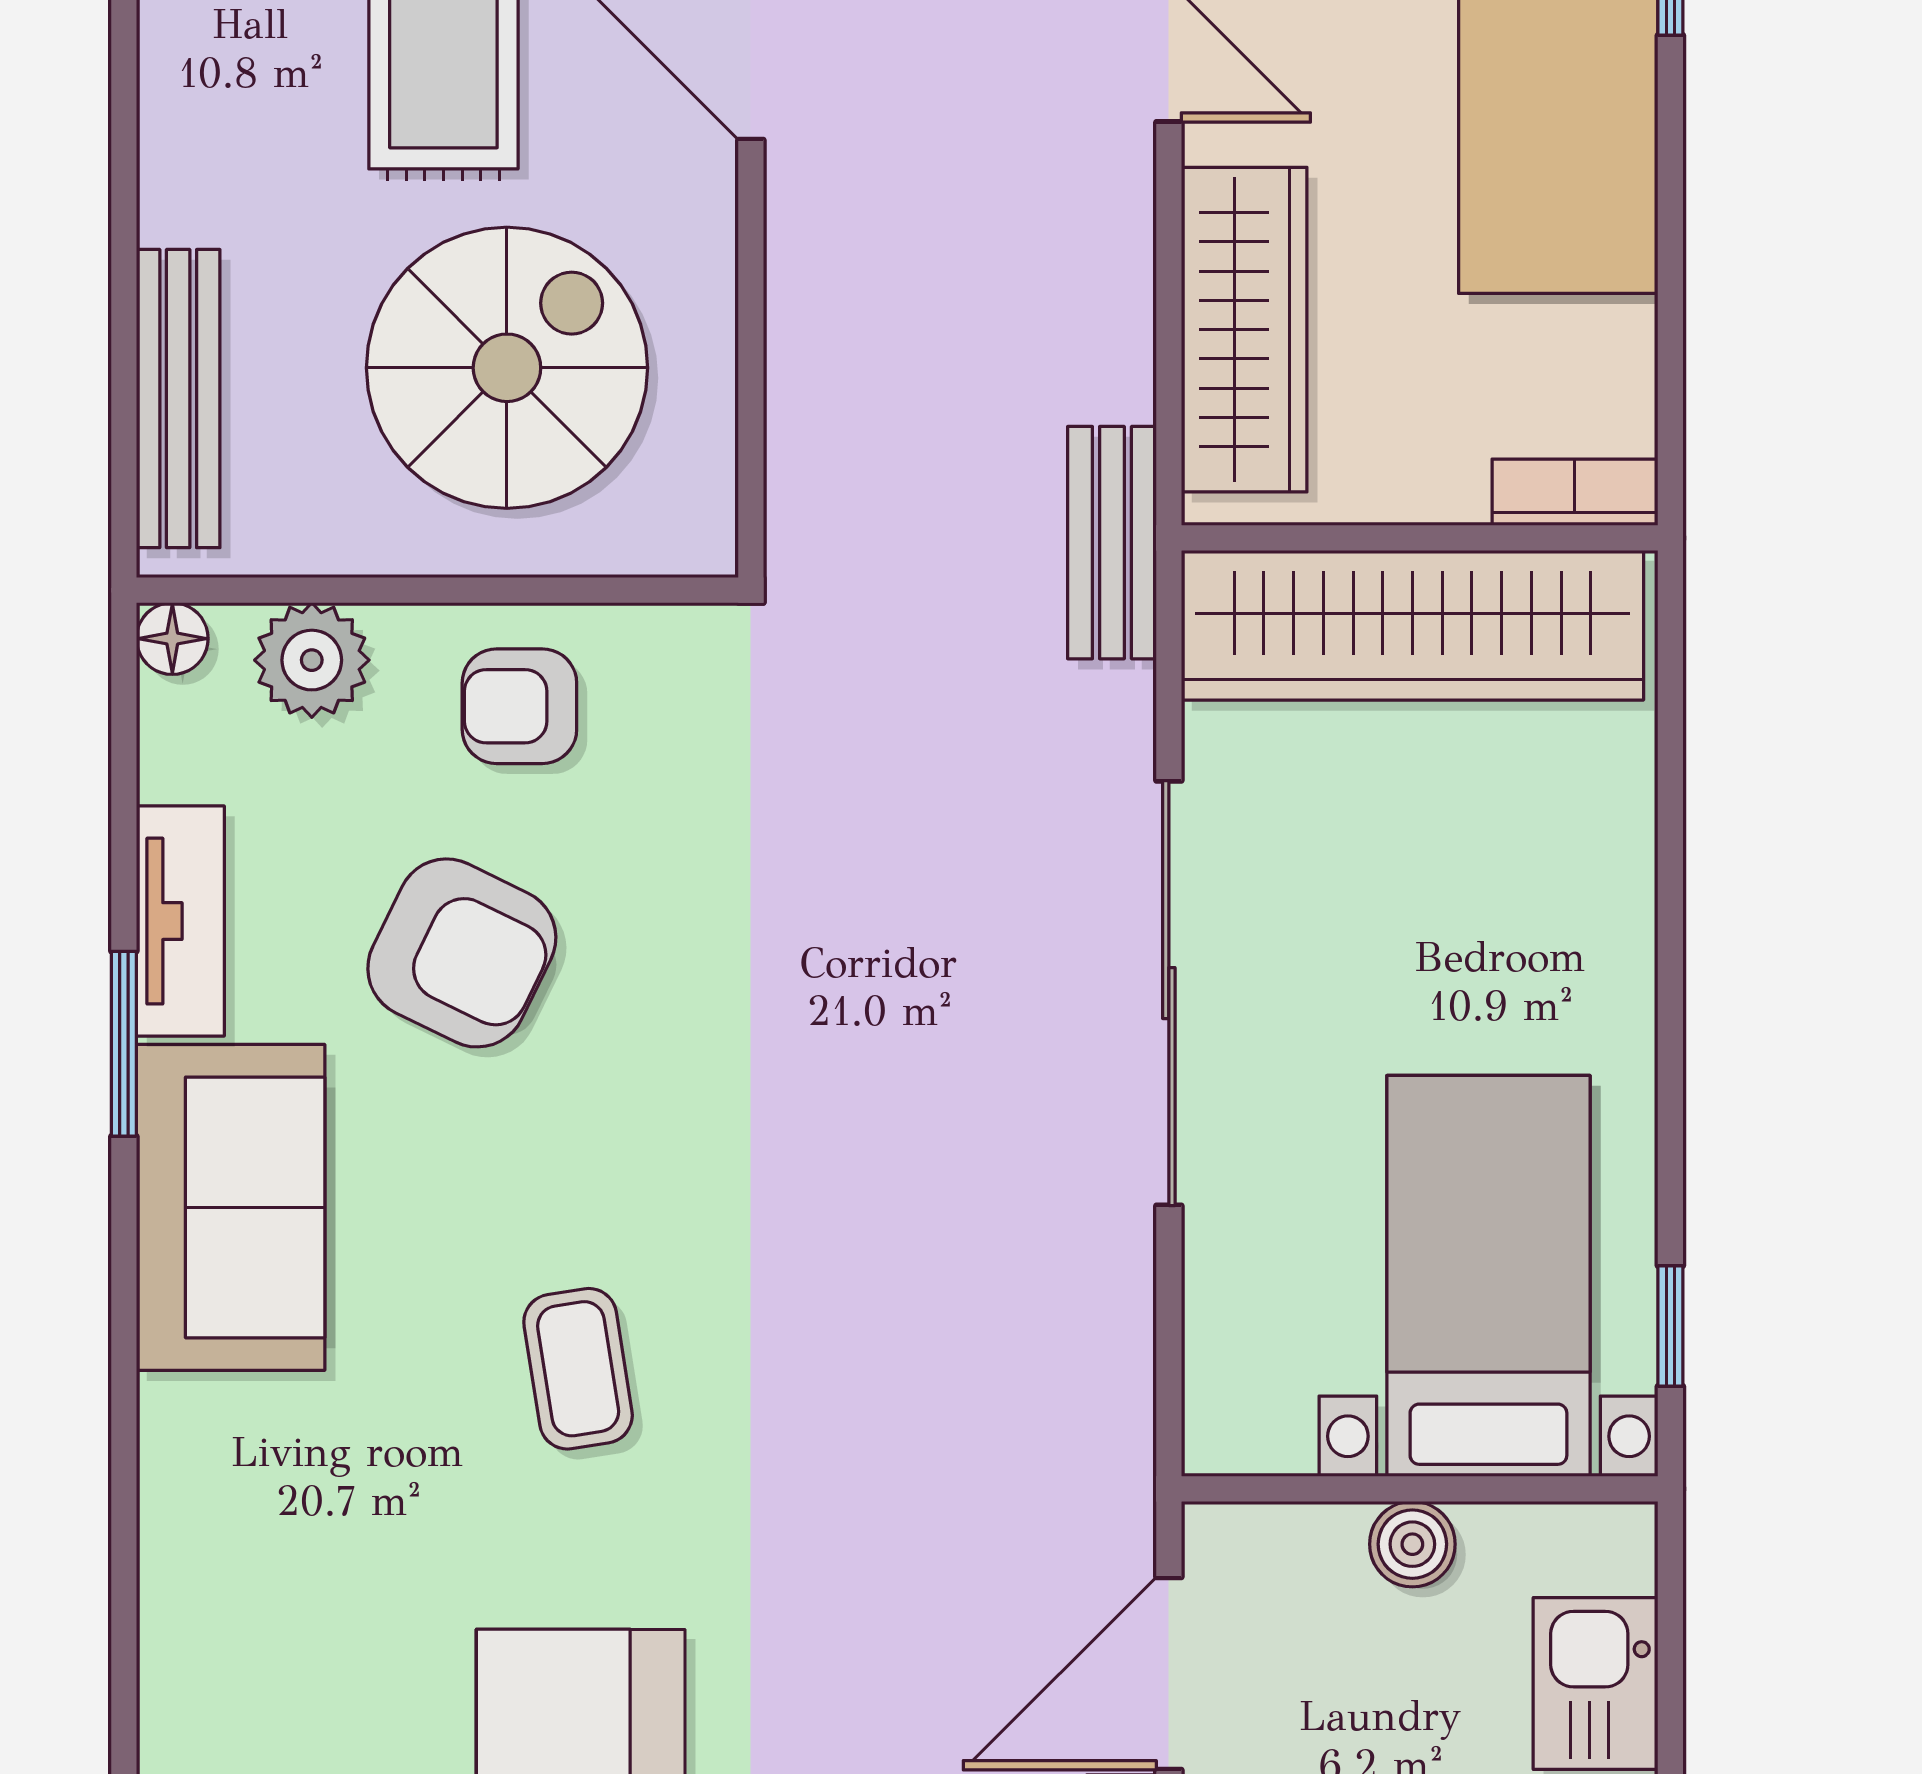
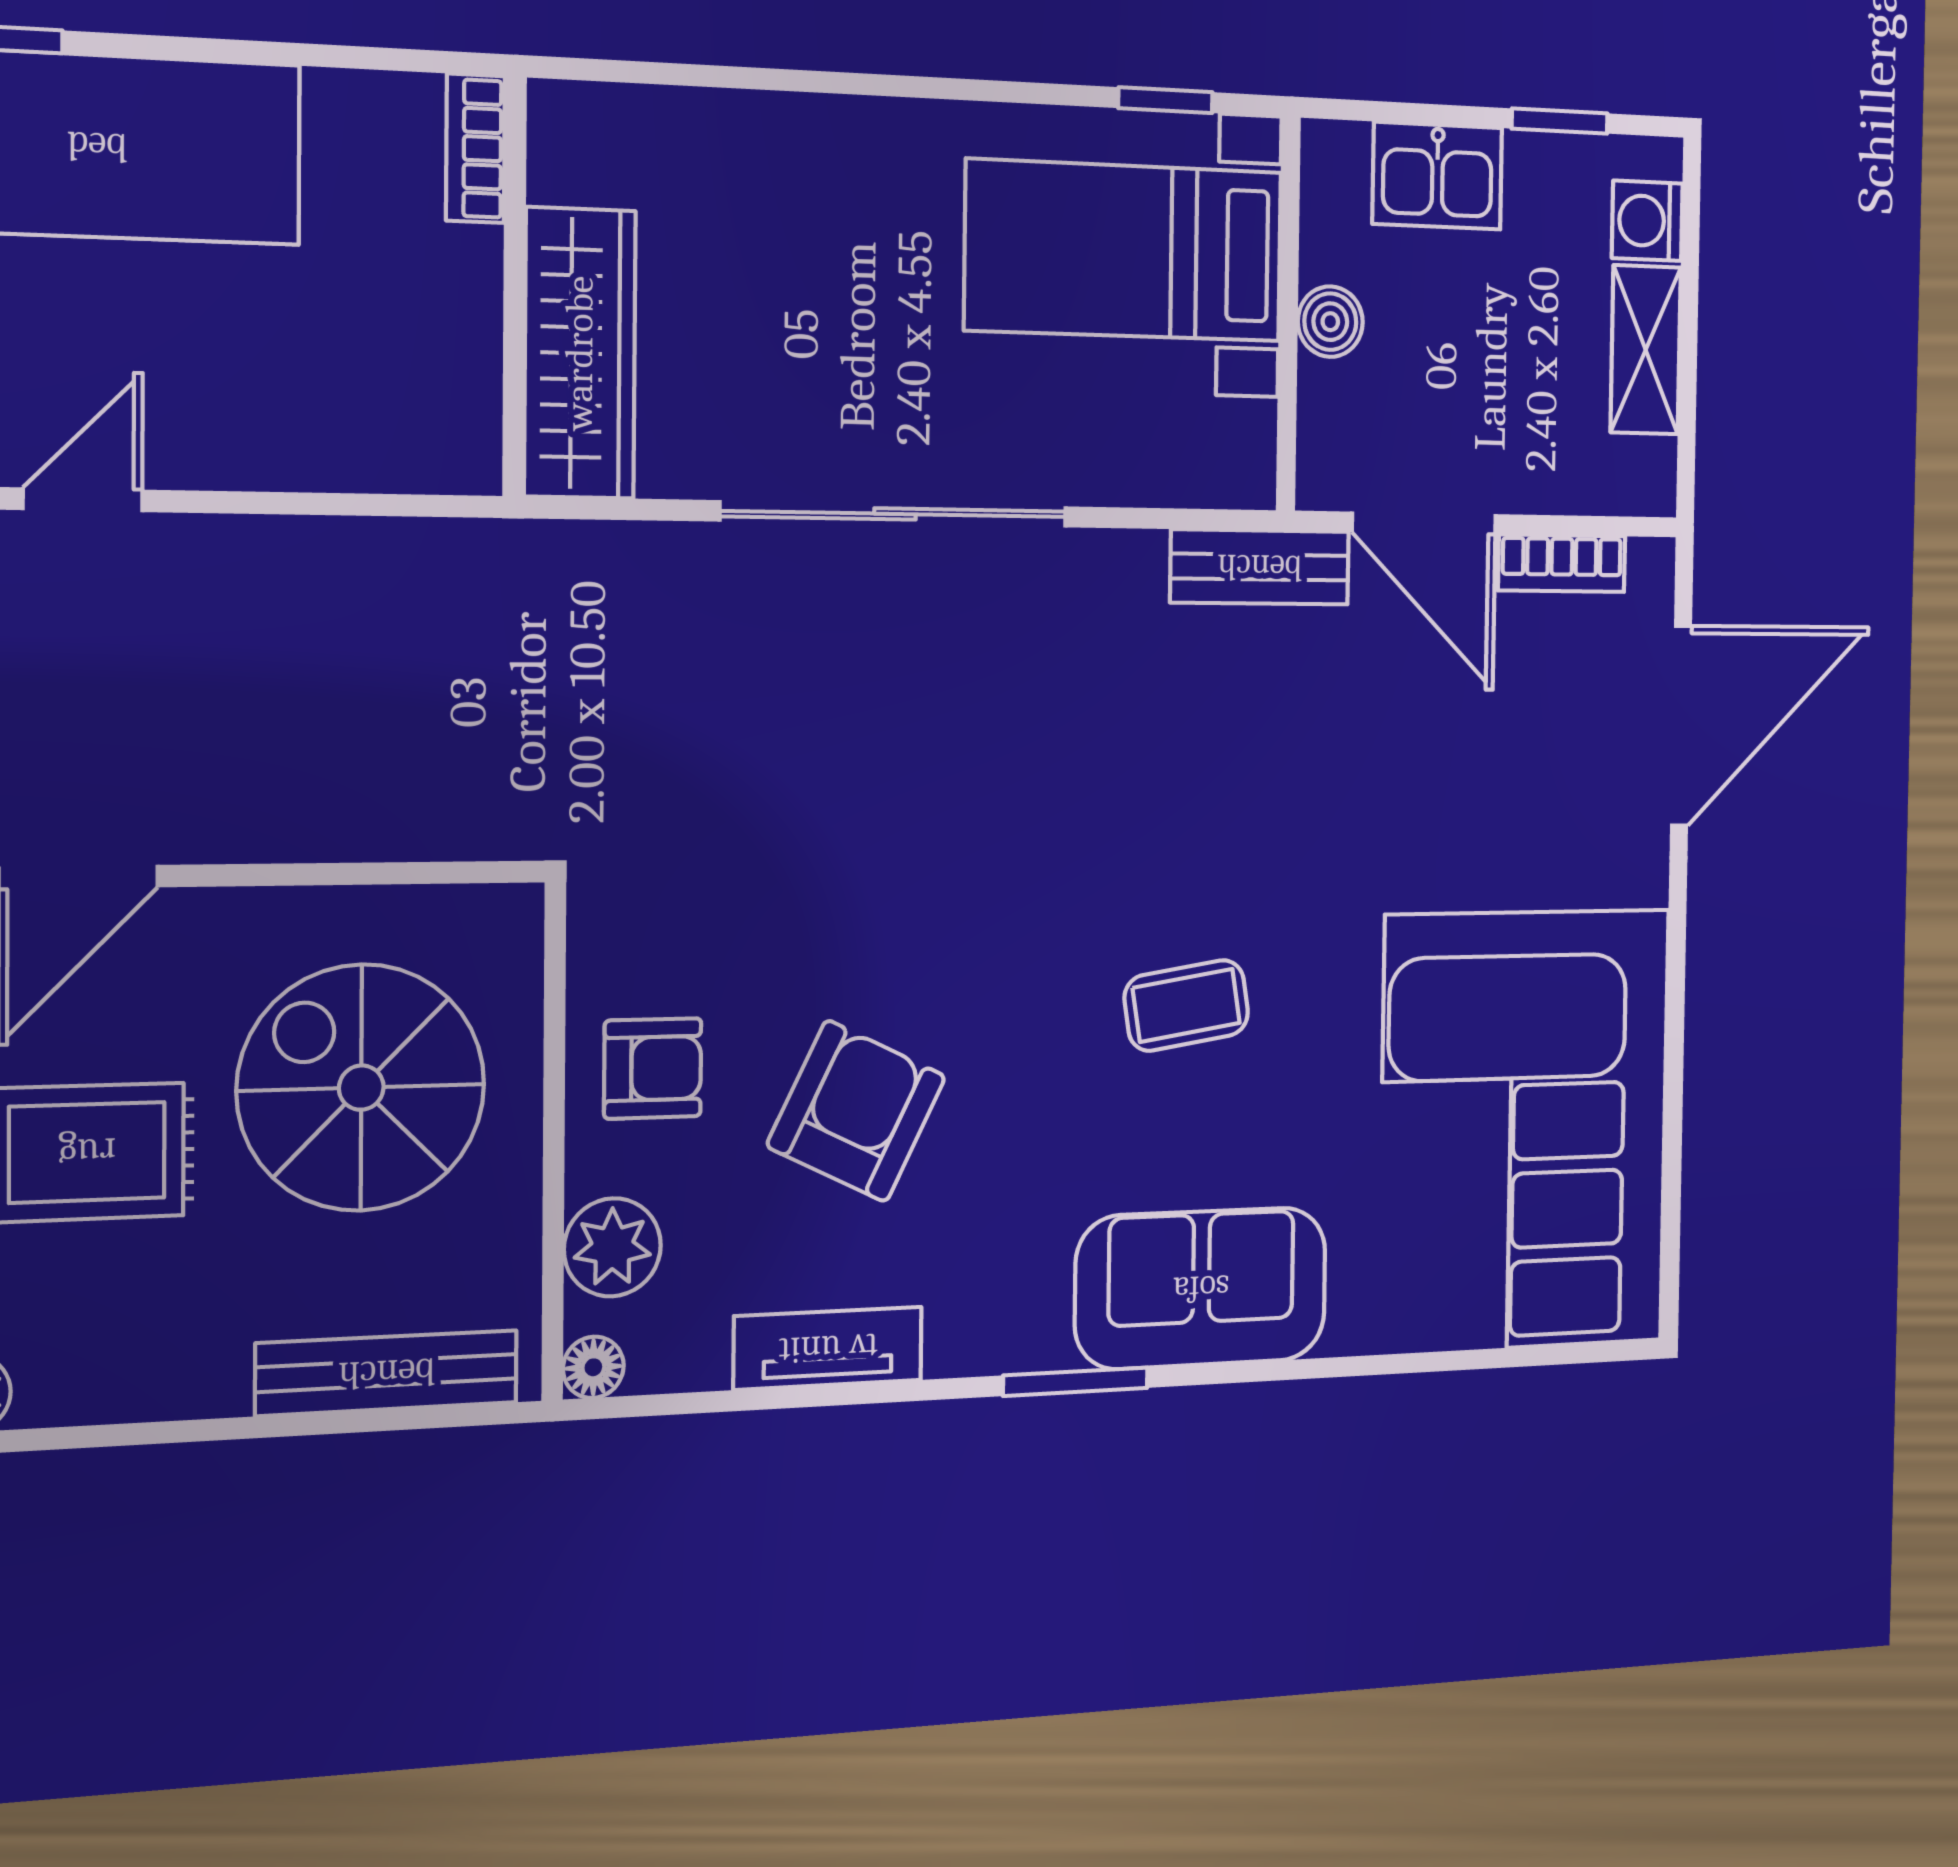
wardrobe: (1244, 330) -> (330, 437), removed
bench: (1112, 543) -> (1260, 567), moved
wardrobe: (1412, 625) -> (580, 353), width x0.71, depth x0.85
armchair: (519, 706) -> (653, 1068), turned -90
window: (124, 1044) -> (1076, 1382), moved
sofa: (231, 1207) -> (1201, 1288), moved

